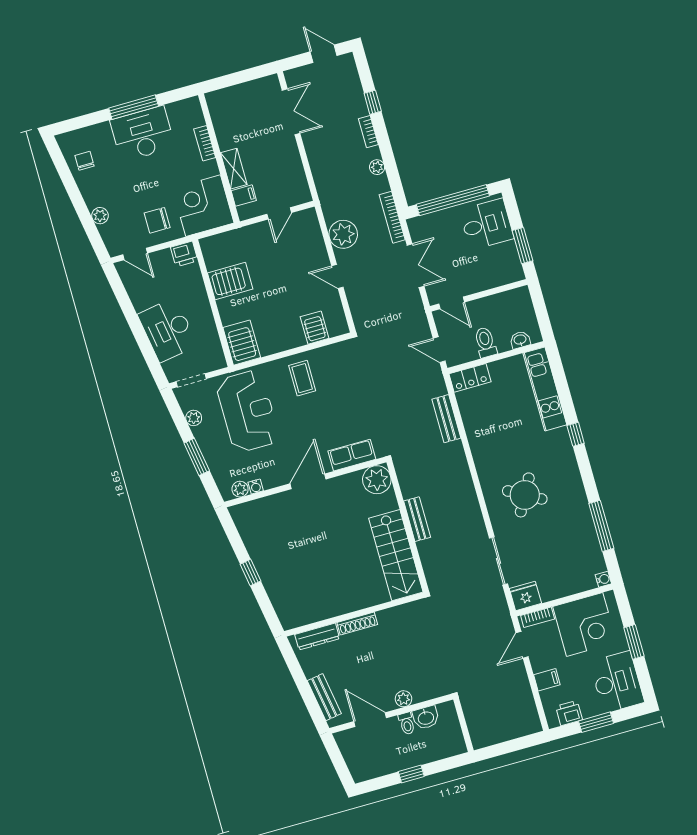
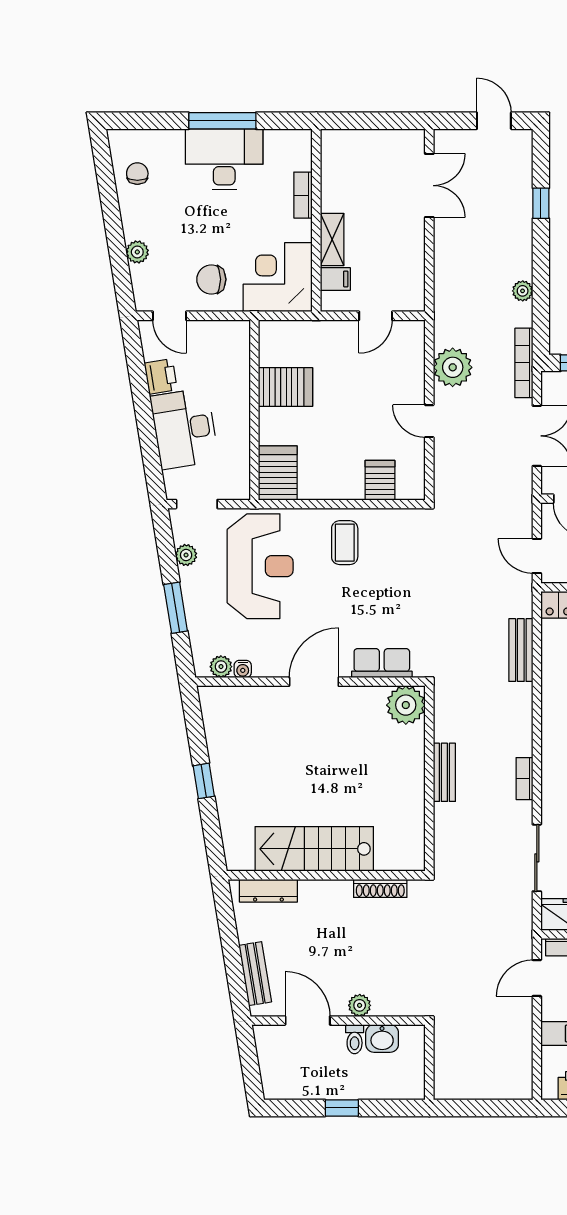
bookcase: (368, 132) -> (524, 779), moved
printer: (184, 254) -> (161, 376), moved, turned -99
stairs: (396, 555) -> (314, 849), moved, turned 90
shoe rack: (357, 624) -> (380, 888), moved

